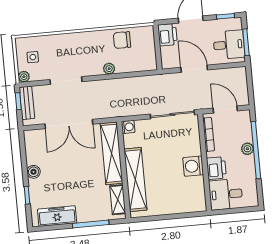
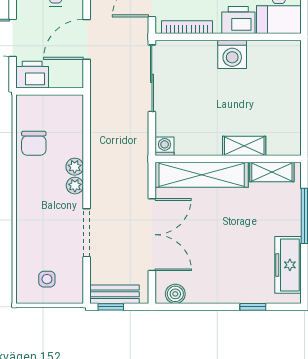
plant: (24, 77) -> (75, 186), moved
boiler: (34, 172) -> (175, 294), moved
shelving: (135, 180) -> (244, 146), width x0.45, depth x0.75

